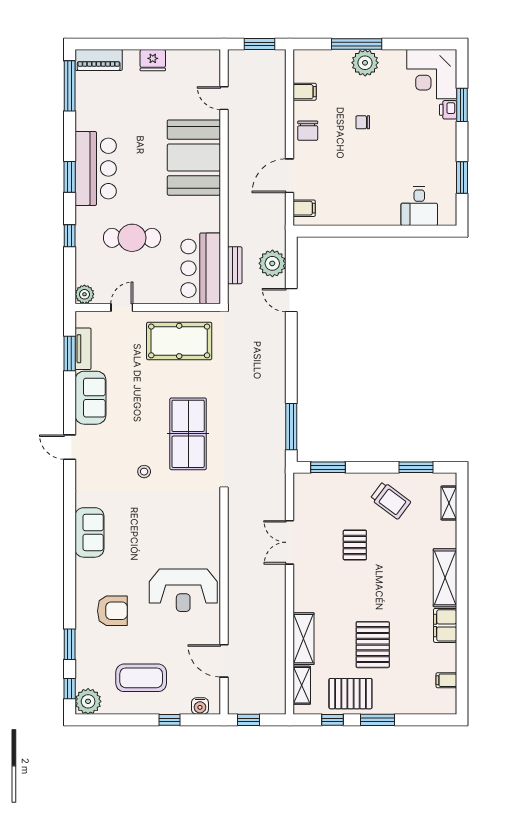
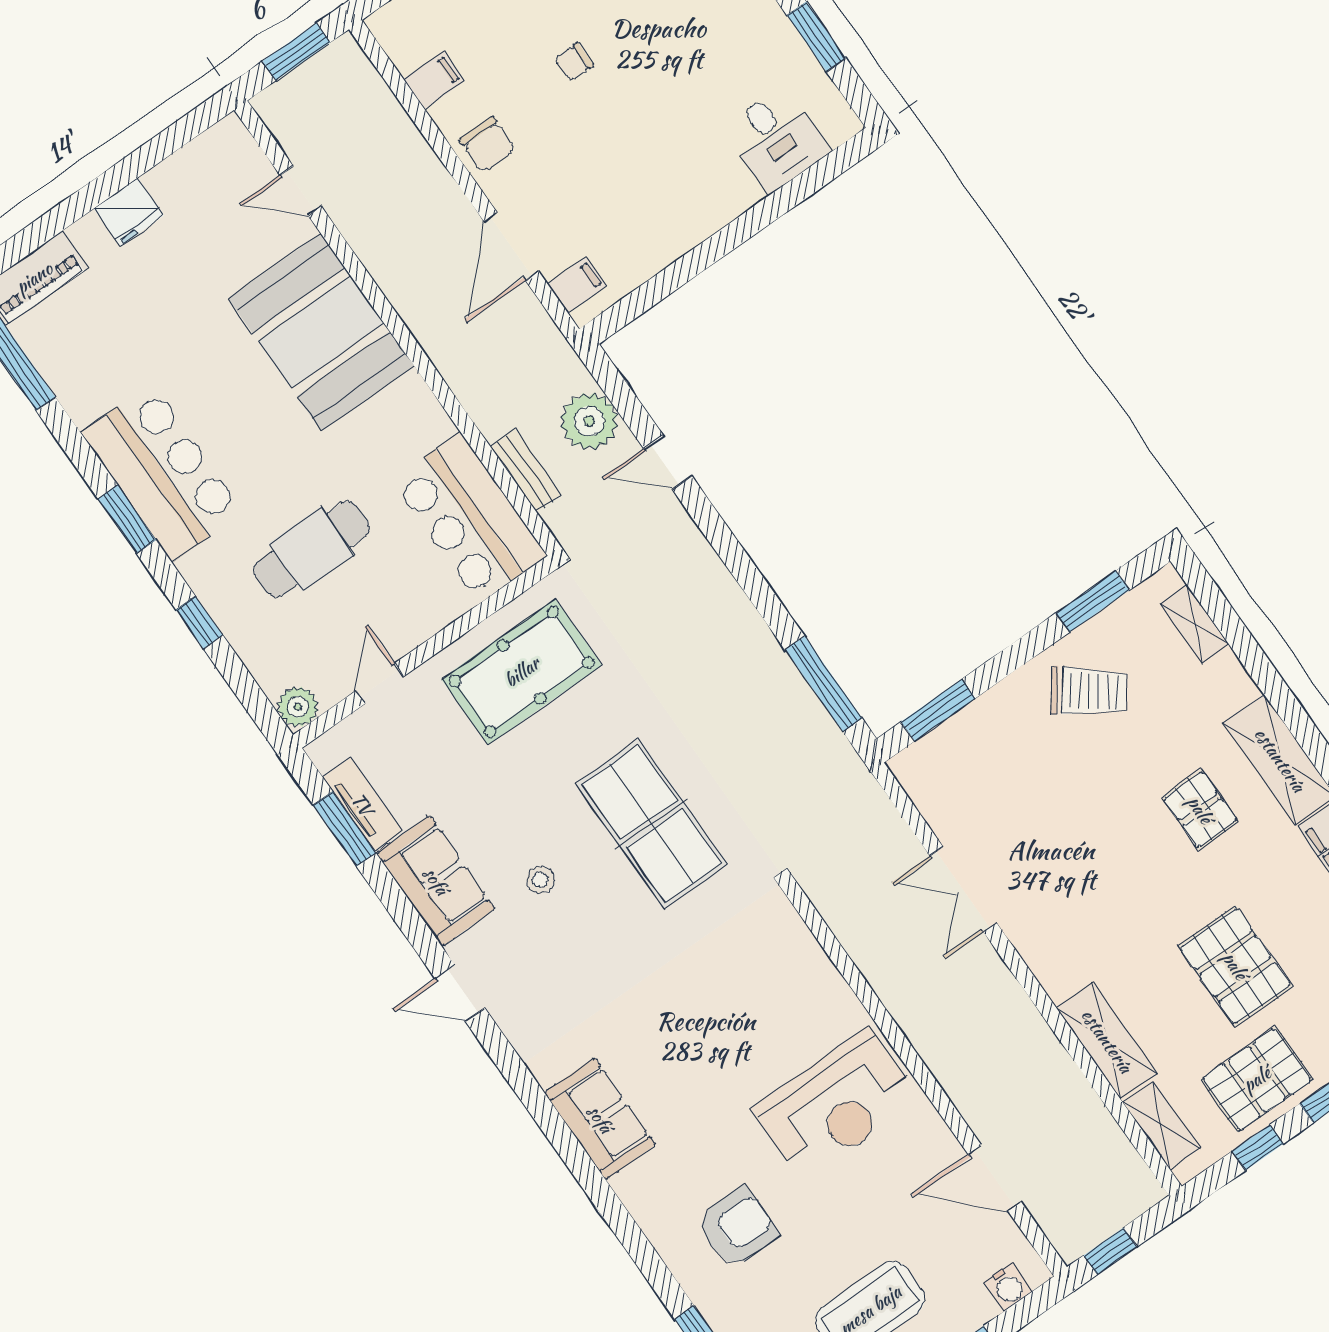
stool: (144, 472) -> (540, 880), moved
pallet: (355, 545) -> (1200, 810), moved

